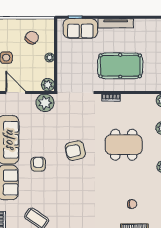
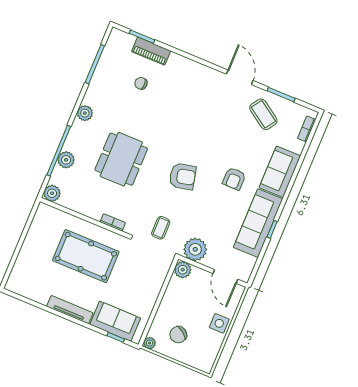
plant: (50, 57) -> (150, 343), moved
coffee table: (76, 108) -> (161, 228), added
dining table: (124, 145) -> (121, 159), turned 90

